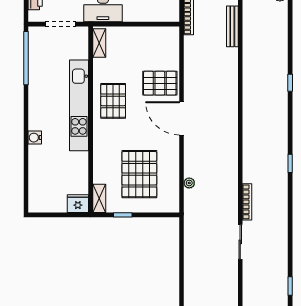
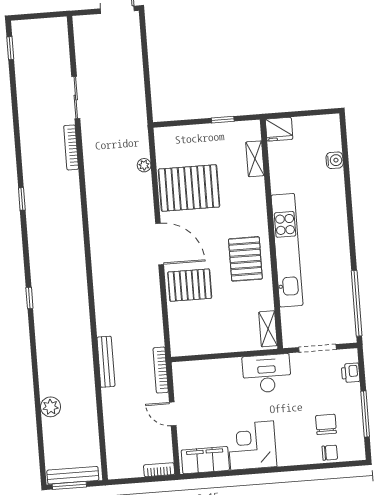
water cooler: (35, 138) -> (335, 160), moved
pallet: (139, 174) -> (189, 188), moved, turned 90
shelving: (99, 198) -> (255, 159), moved

